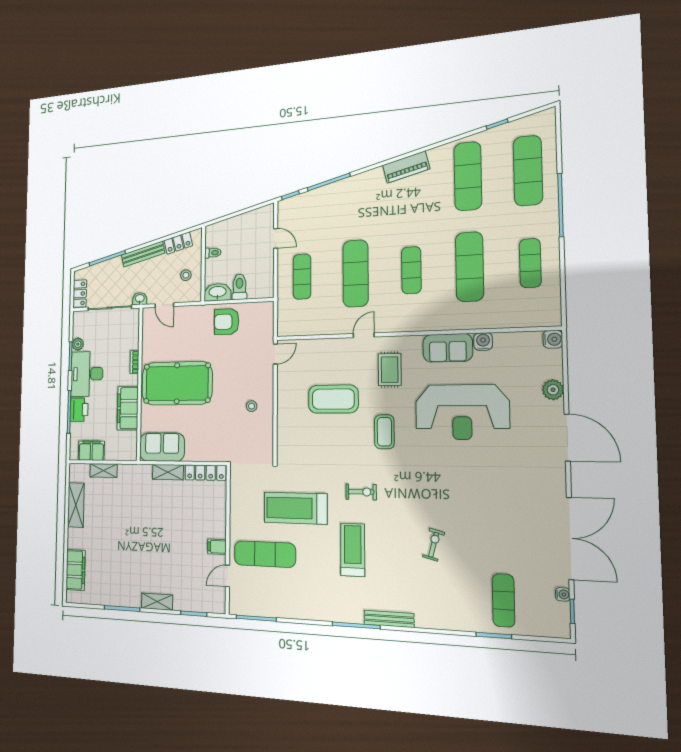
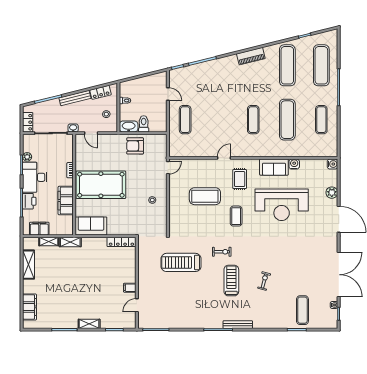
exercise mat: (356, 273) -> (219, 120), removed
shelving: (168, 472) -> (70, 242), moved
treadmill: (353, 550) -> (231, 281), moved
exercise mat: (265, 554) -> (161, 291), removed

